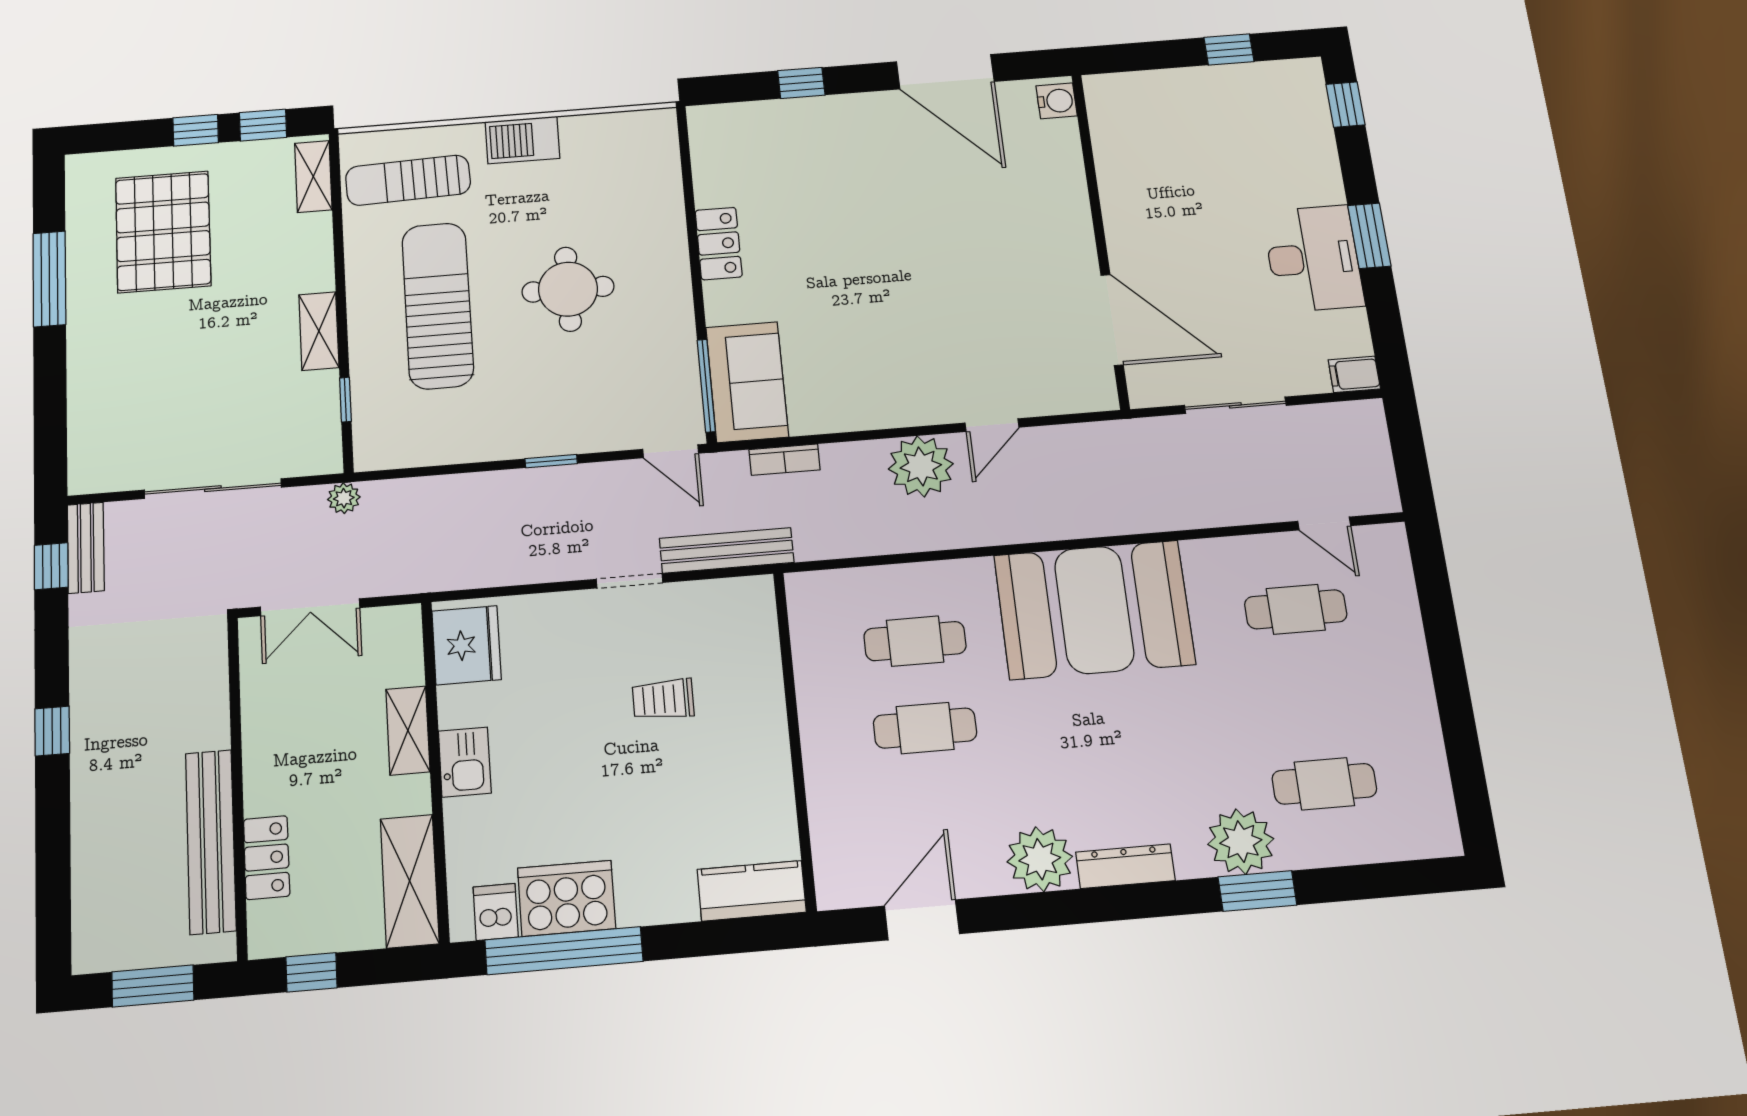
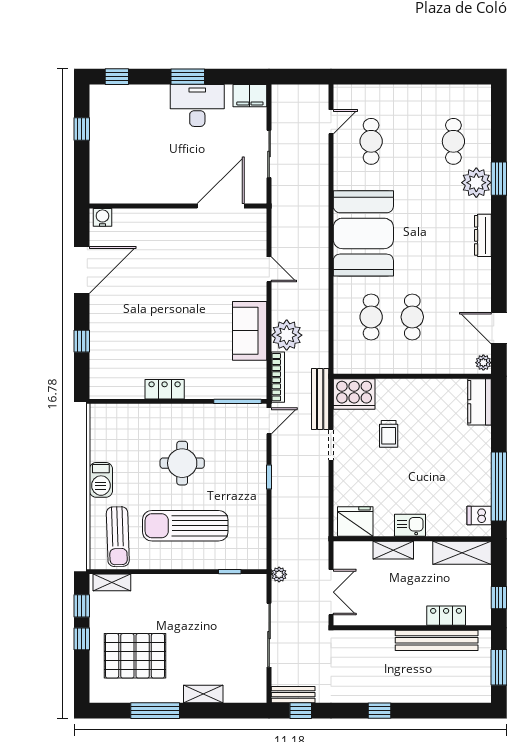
shelving: (319, 331) -> (203, 694), moved
filing cabinet: (1354, 374) -> (250, 96), width x2.00
sofa: (747, 382) -> (250, 331), moved, turned -90
bookcase: (785, 460) -> (278, 377), width x1.56
plant: (921, 466) -> (287, 335), moved
plant: (1040, 859) -> (483, 363), moved, width x0.53, depth x0.53
cooker: (567, 898) -> (354, 394), moved, turned -90

